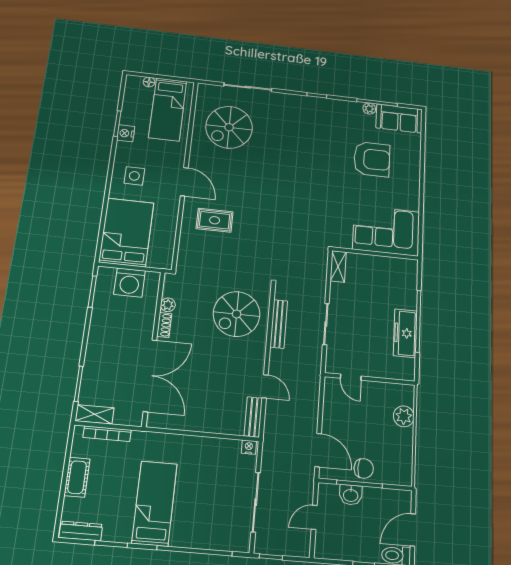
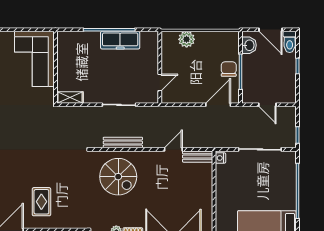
washbasin: (351, 495) -> (249, 45), moved

